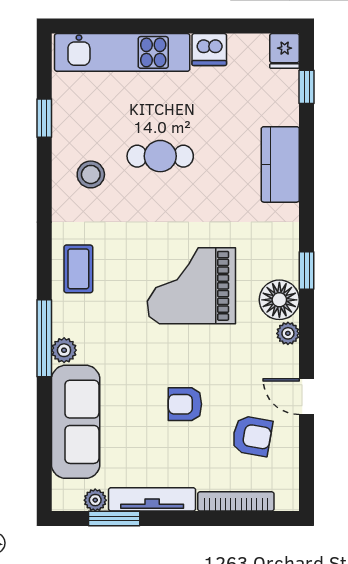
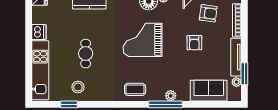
stool: (91, 174) -> (78, 87), moved
grand piano: (191, 286) -> (142, 40), turned 90
sofa: (76, 422) -> (209, 91), width x0.73
armchair: (252, 436) -> (208, 13), turned 88

